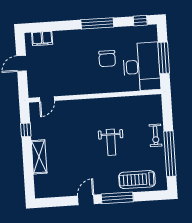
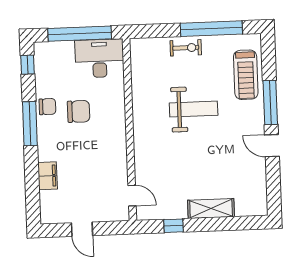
chair: (110, 36) -> (47, 107), added
filing cabinet: (42, 38) -> (48, 176), moved
window: (164, 58) -> (80, 34), width x1.46
desk: (142, 67) -> (99, 58), width x0.73, depth x0.77
weight bench: (111, 142) -> (194, 109), width x1.36, depth x1.33

